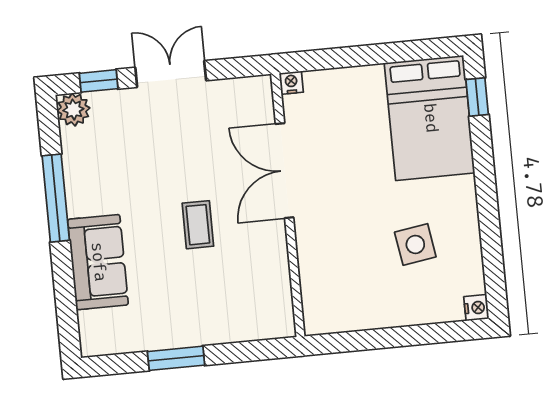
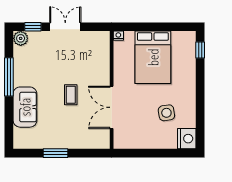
bed: (430, 118) -> (153, 57), moved
double door: (285, 171) -> (112, 107), moved
nightstand: (476, 308) -> (187, 139), width x1.89, depth x1.79

